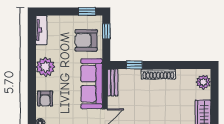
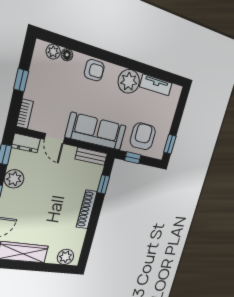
tv unit: (41, 30) -> (156, 85), moved
window: (106, 31) -> (133, 158), moved
armchair: (45, 99) -> (94, 70), turned 180

